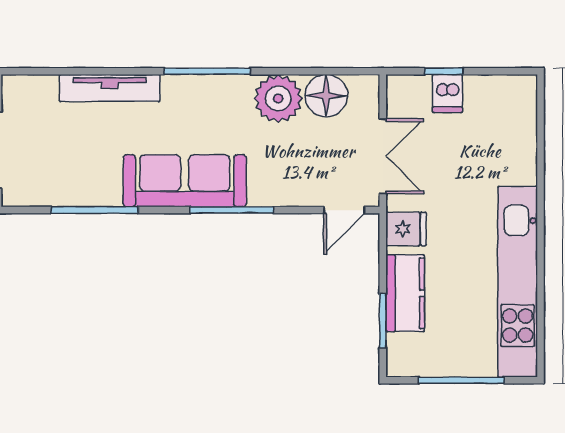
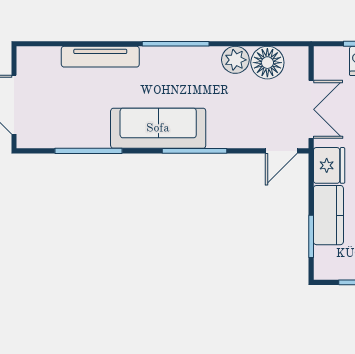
plant: (278, 99) -> (235, 60), width x0.73, depth x0.73
fridge: (406, 229) -> (329, 165), width x1.38

